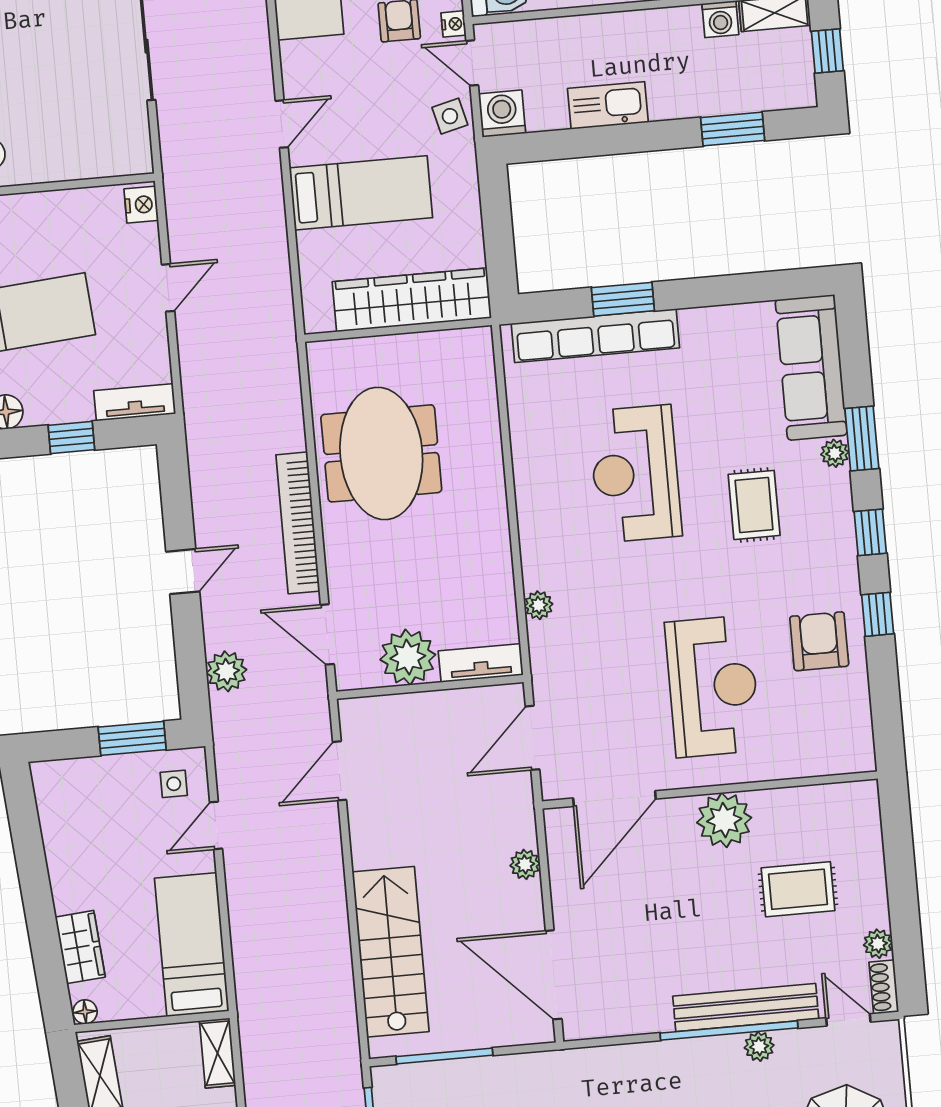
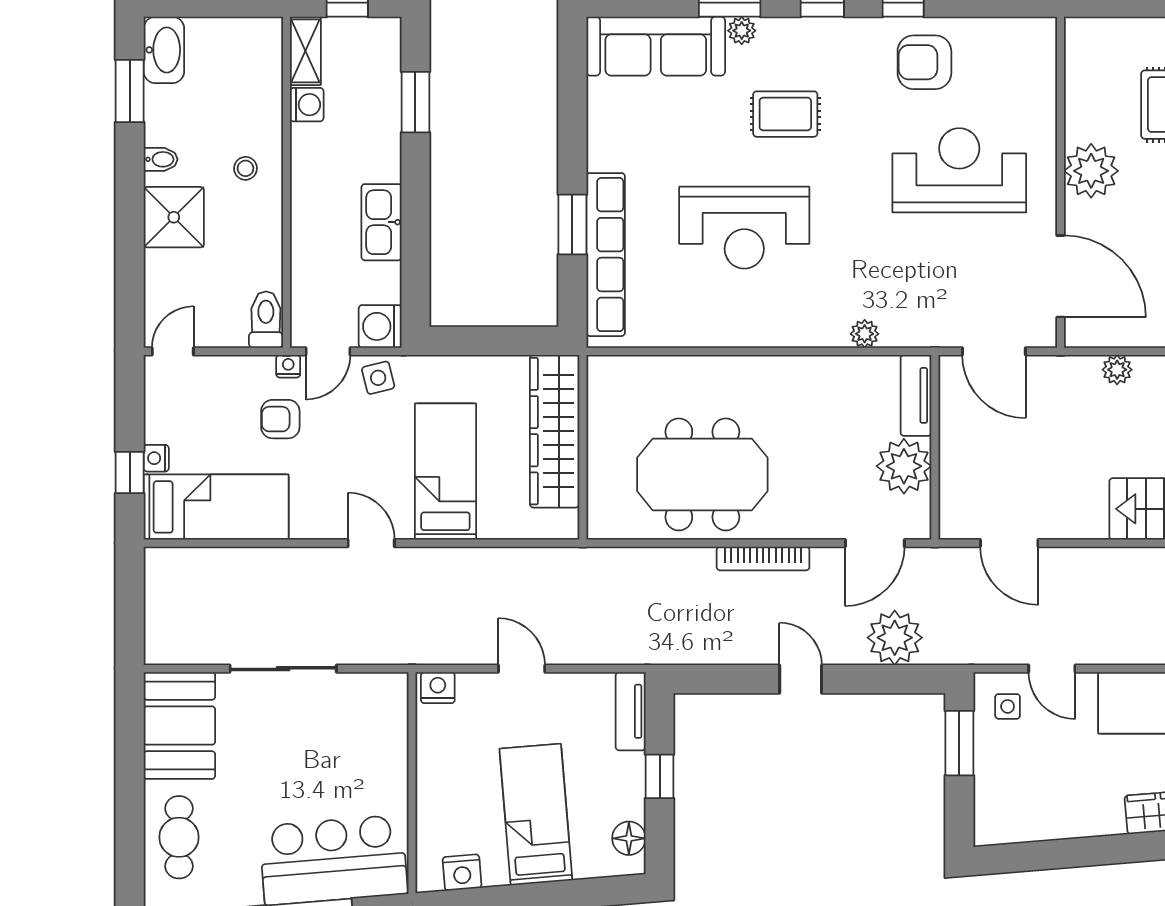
bookcase: (298, 523) -> (763, 558), width x0.68, depth x0.76
plant: (226, 671) -> (895, 638), width x1.36, depth x1.36

